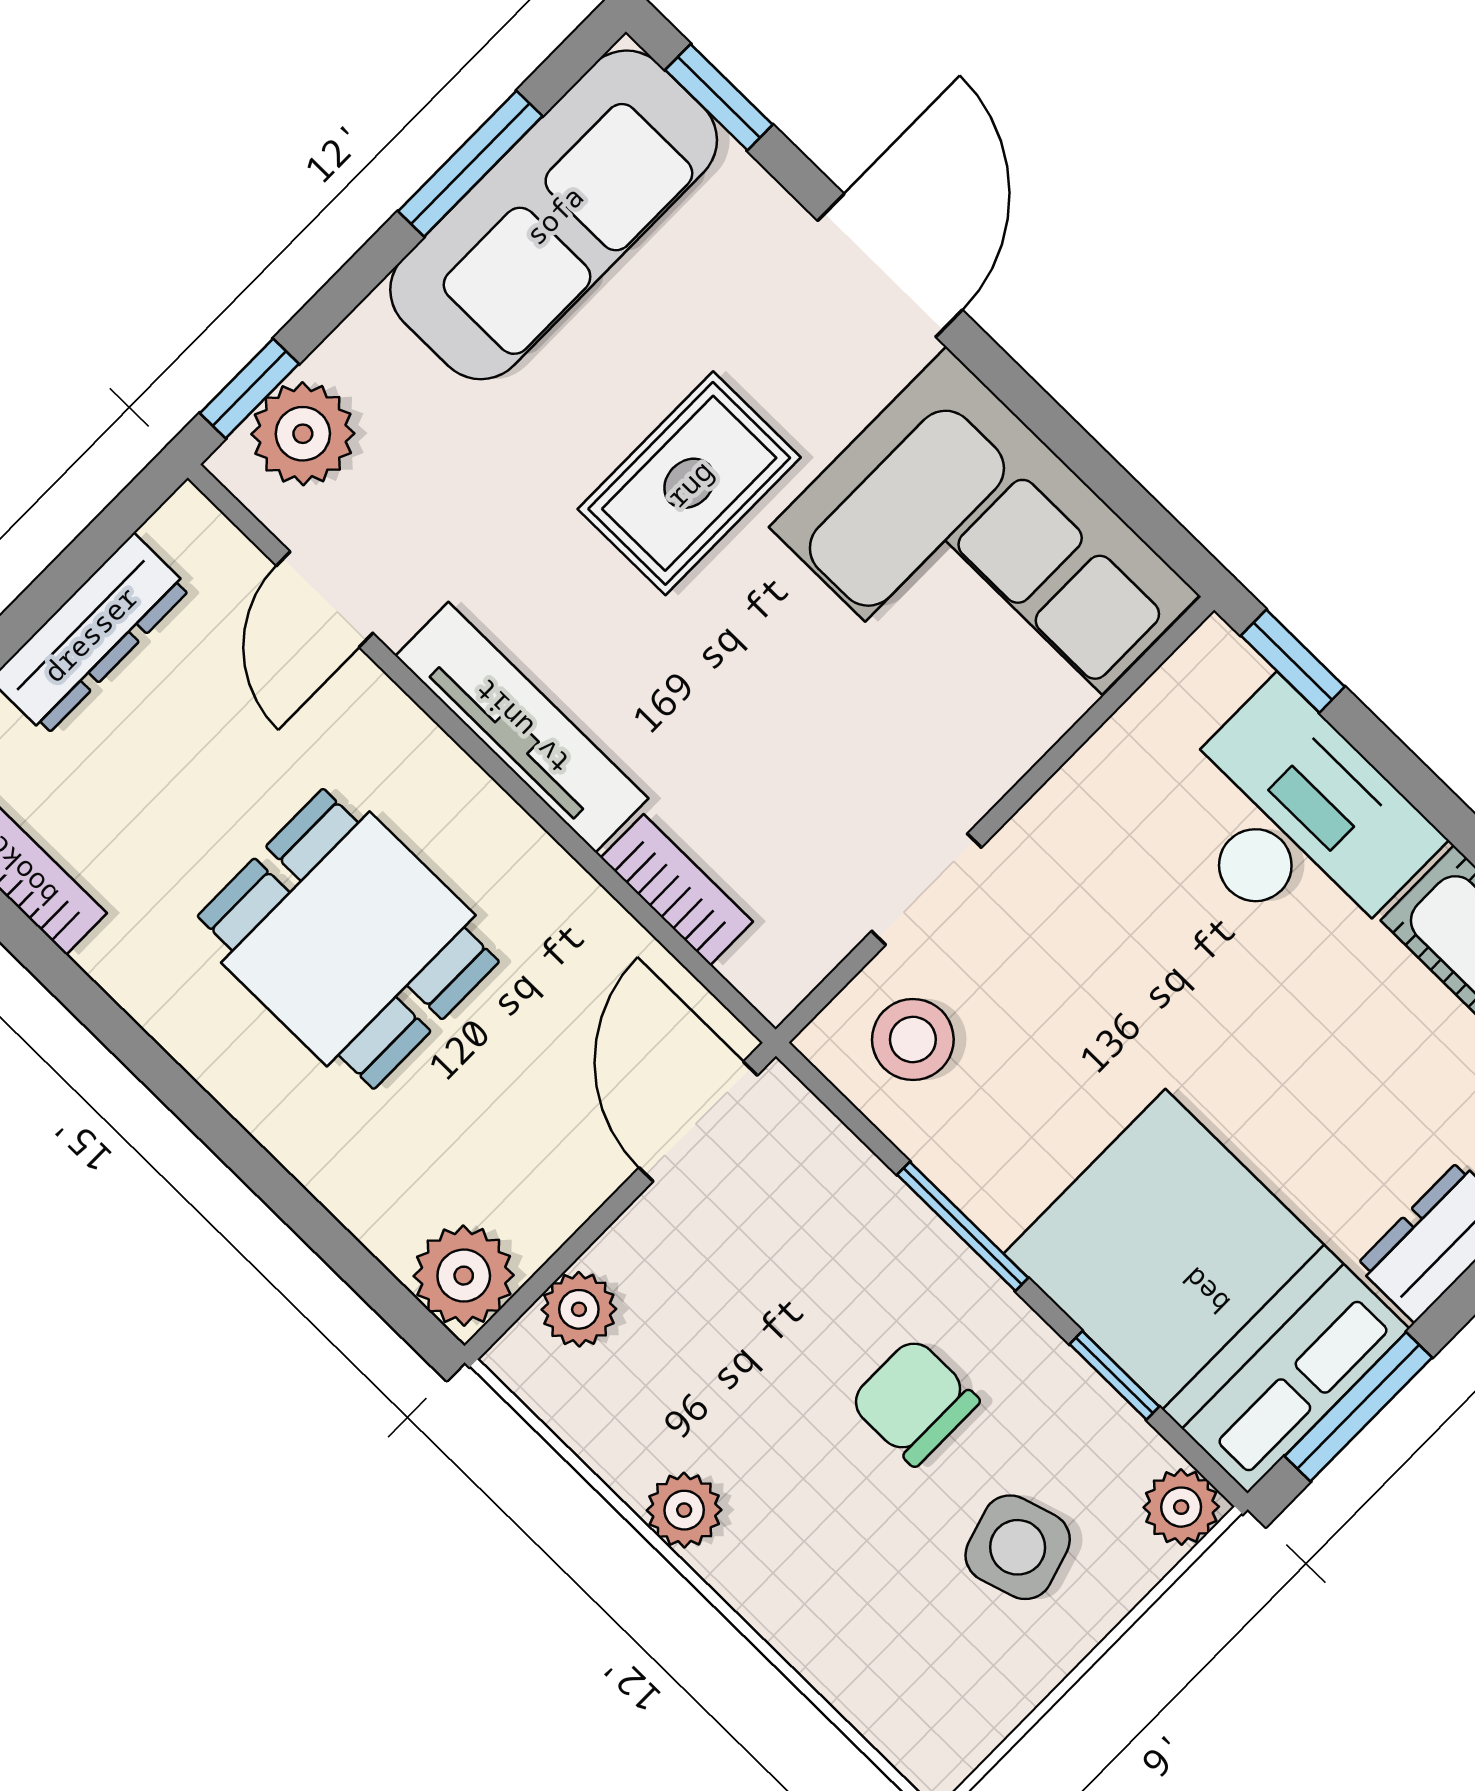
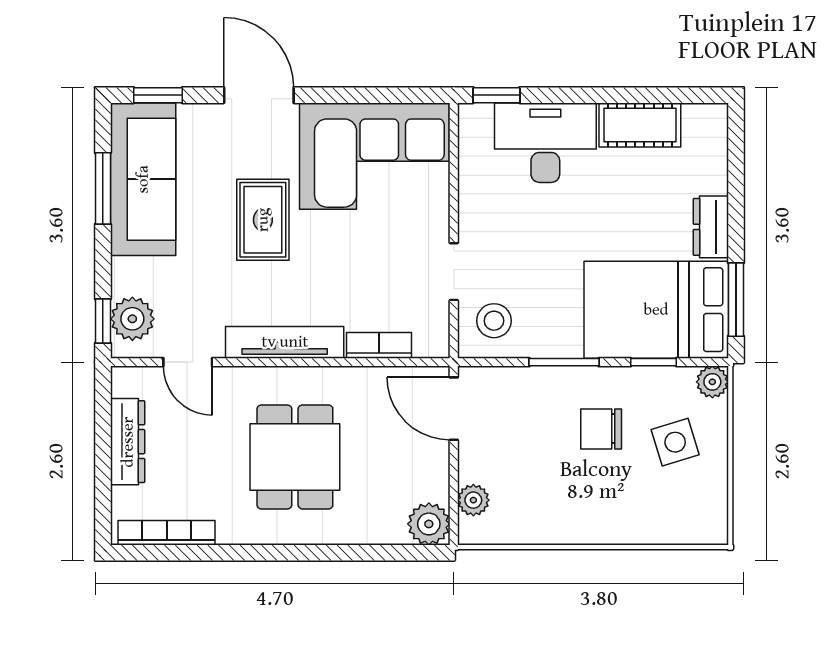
dining table: (348, 939) -> (295, 457), turned 90
plant: (684, 1510) -> (564, 529), removed

